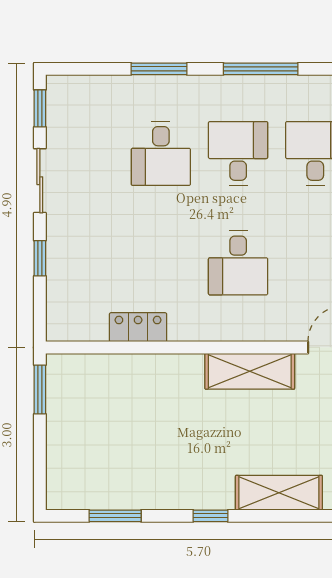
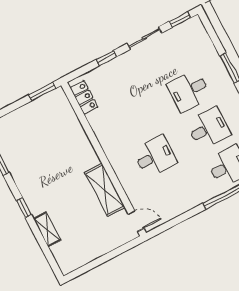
desk: (238, 263) -> (155, 156), turned 180
locker: (138, 327) -> (84, 97), moved
shelving: (279, 493) -> (47, 229), width x0.67, depth x0.75

